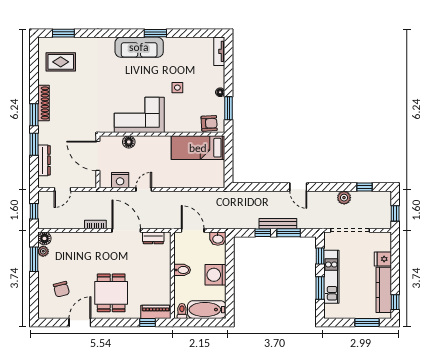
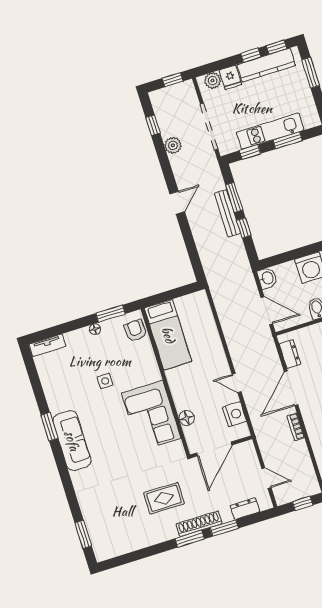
rug: (61, 62) -> (164, 498), moved, turned 90
shoe rack: (43, 103) -> (199, 524), moved
dresser: (44, 160) -> (245, 509), width x0.70
door: (193, 230) -> (267, 311), swing flipped
plant: (385, 244) -> (213, 81), added
window: (395, 280) -> (251, 55), added

